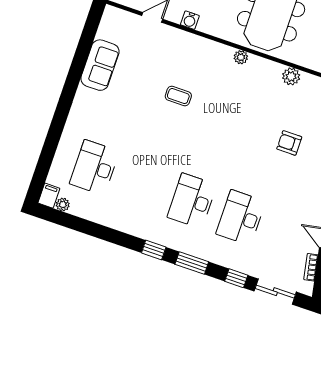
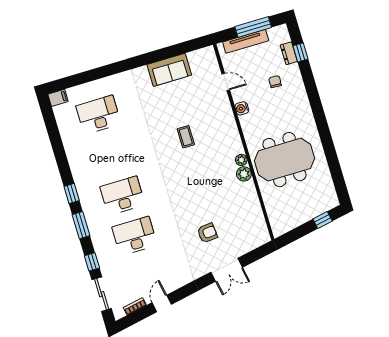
plant: (291, 76) -> (244, 174), moved
armchair: (289, 143) -> (207, 233), turned 85
plant: (63, 205) -> (59, 111), removed

